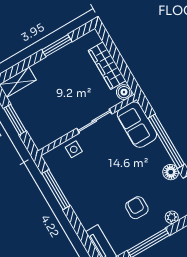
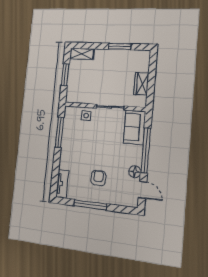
wardrobe: (107, 66) -> (141, 84), width x0.67
boiler: (124, 92) -> (141, 102), removed
plant: (172, 217) -> (115, 200), removed

